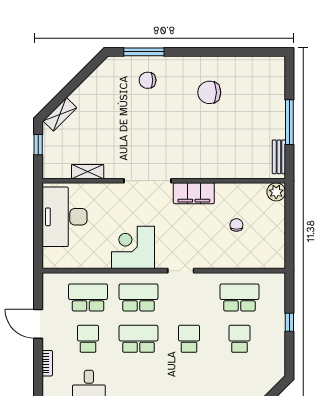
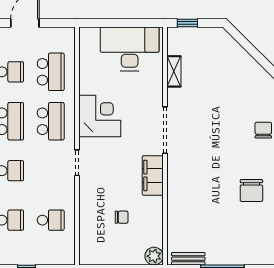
chair: (209, 92) -> (251, 191), turned 180
shelving: (60, 114) -> (230, 44), removed
window: (38, 145) -> (187, 23), moved
school desk: (239, 297) -> (51, 220), width x0.54

